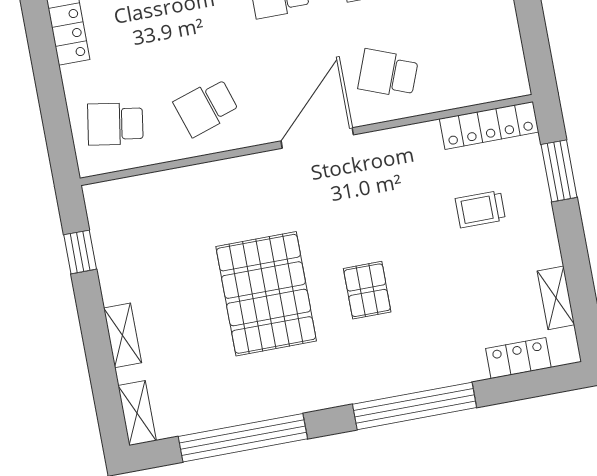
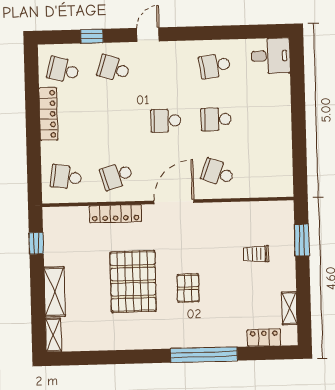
locker: (489, 125) -> (115, 214), moved
shelving: (123, 335) -> (55, 292), width x1.50, depth x1.33
window: (243, 438) -> (108, 357), removed

